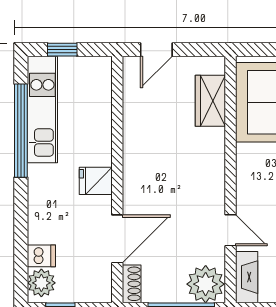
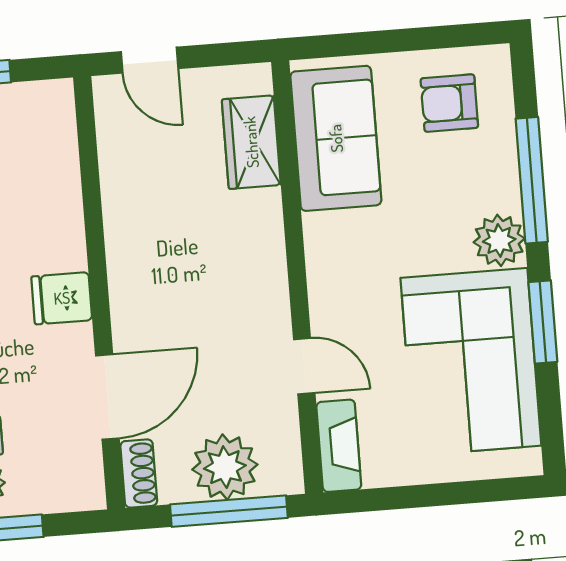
door: (156, 50) -> (150, 60), hinge flipped
plant: (206, 284) -> (225, 467), moved

